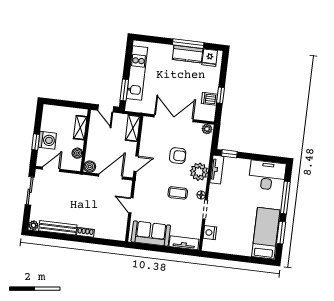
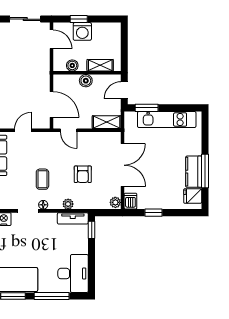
dishwasher: (209, 99) -> (130, 201), moved
boiler: (90, 167) -> (86, 81), moved
plant: (199, 172) -> (68, 204), width x0.53, depth x0.53

